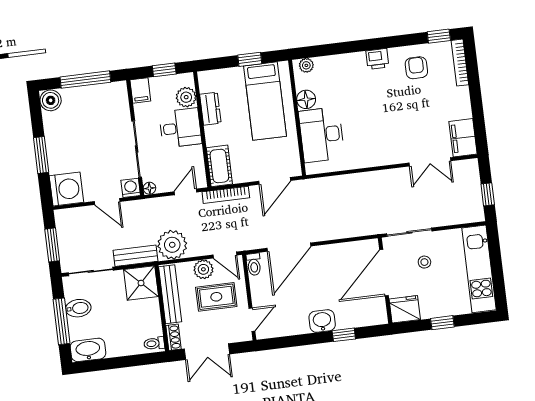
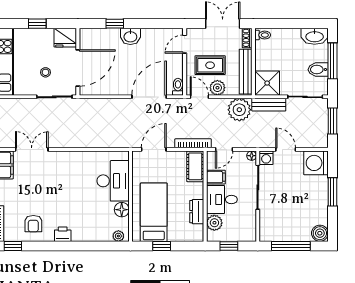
filing cabinet: (140, 90) -> (216, 177), moved, turned 90

